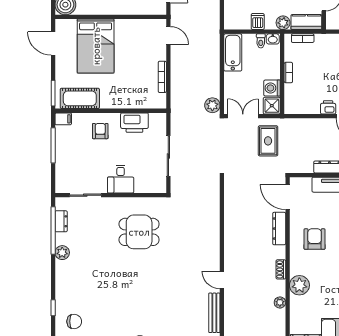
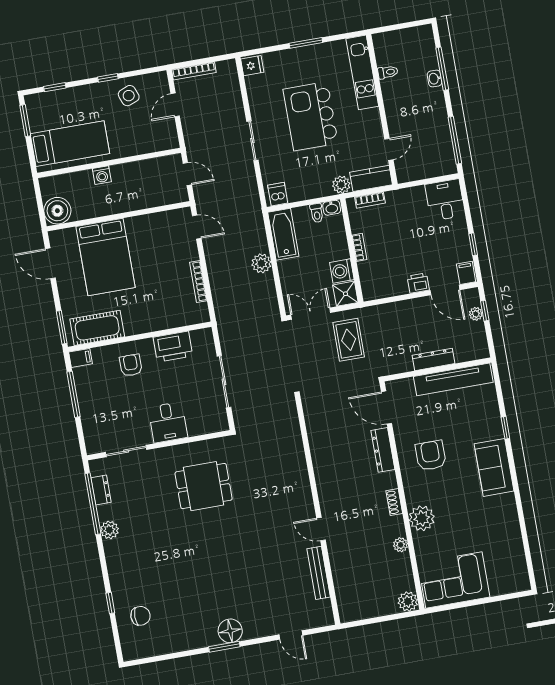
dishwasher: (258, 22) -> (278, 194), moved
plant: (212, 105) -> (261, 263), moved

